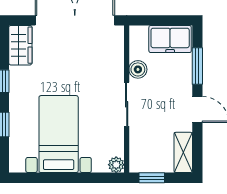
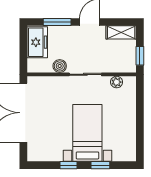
wardrobe: (20, 45) -> (42, 153), removed
bed with nightstands: (59, 134) -> (87, 133), moved, turned 90
plant: (116, 165) -> (117, 82), moved

